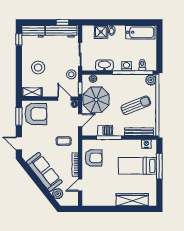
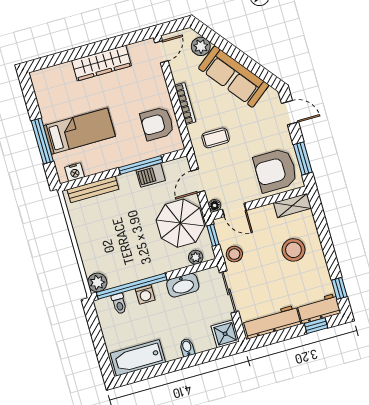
window: (62, 22) -> (316, 326), moved
shower: (101, 32) -> (225, 334), moved
sun lounger: (136, 105) -> (111, 233), removed
door: (80, 185) -> (161, 52), moved
wardrobe: (132, 200) -> (102, 63), moved

